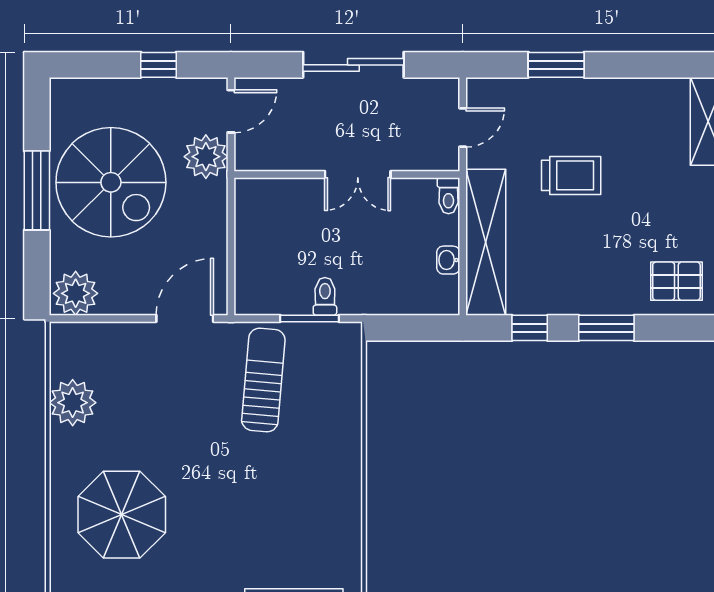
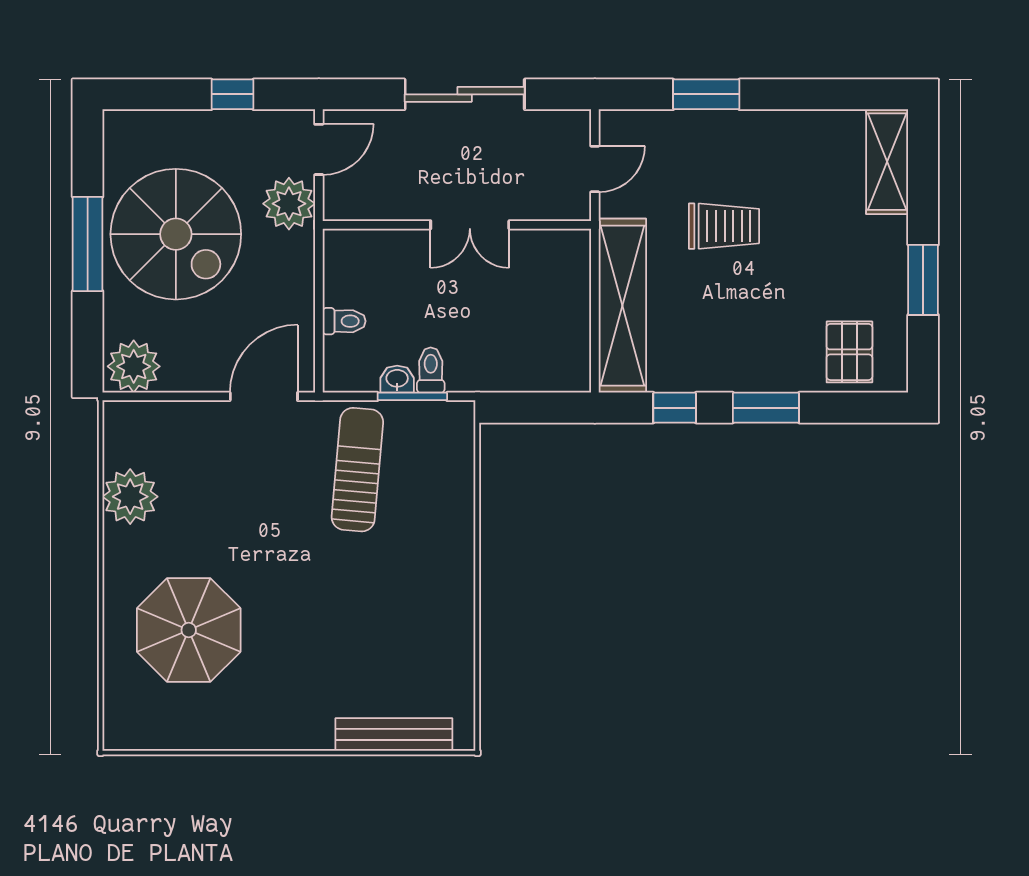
toilet: (448, 196) -> (344, 321), moved, turned -90
washbasin: (448, 260) -> (397, 379), moved, turned 90
pallet: (676, 281) -> (849, 352), turned 90

